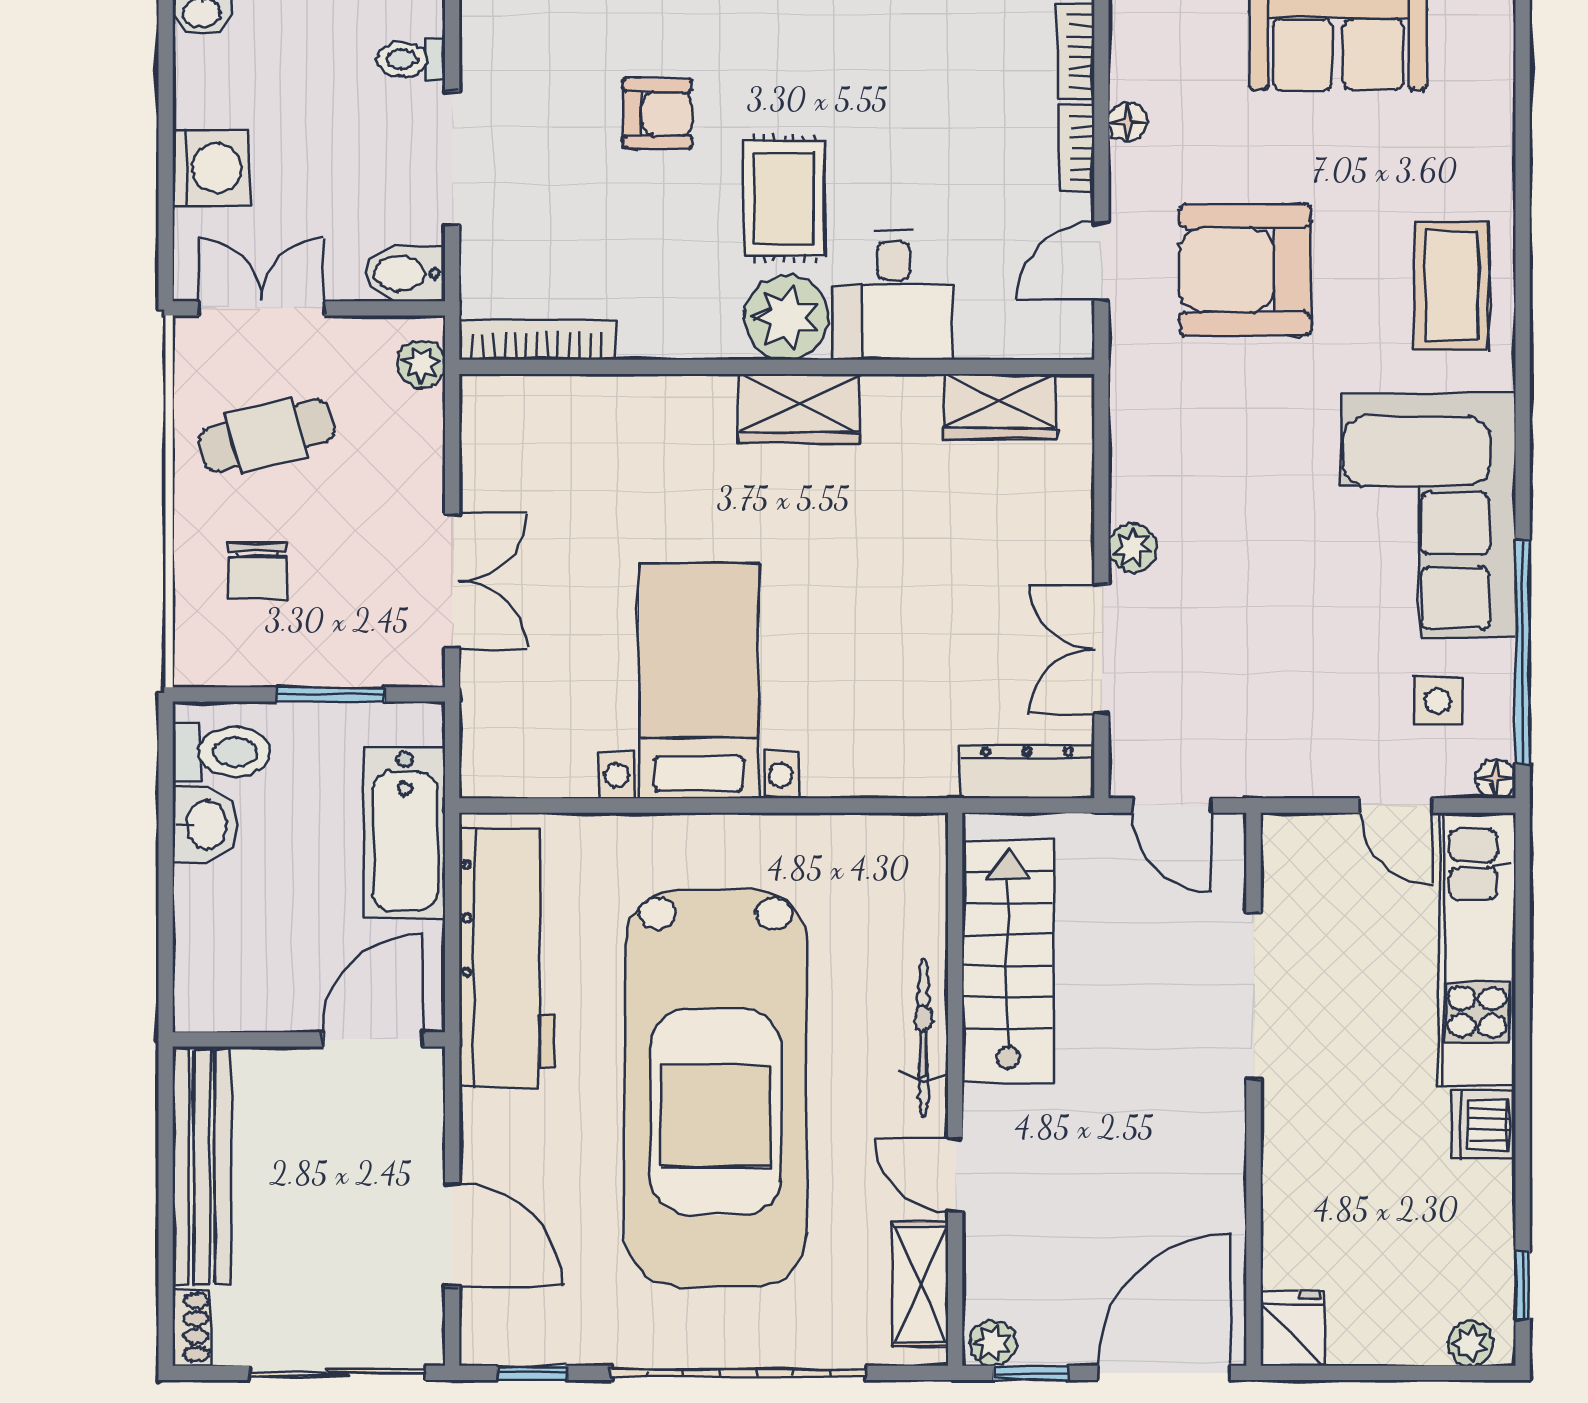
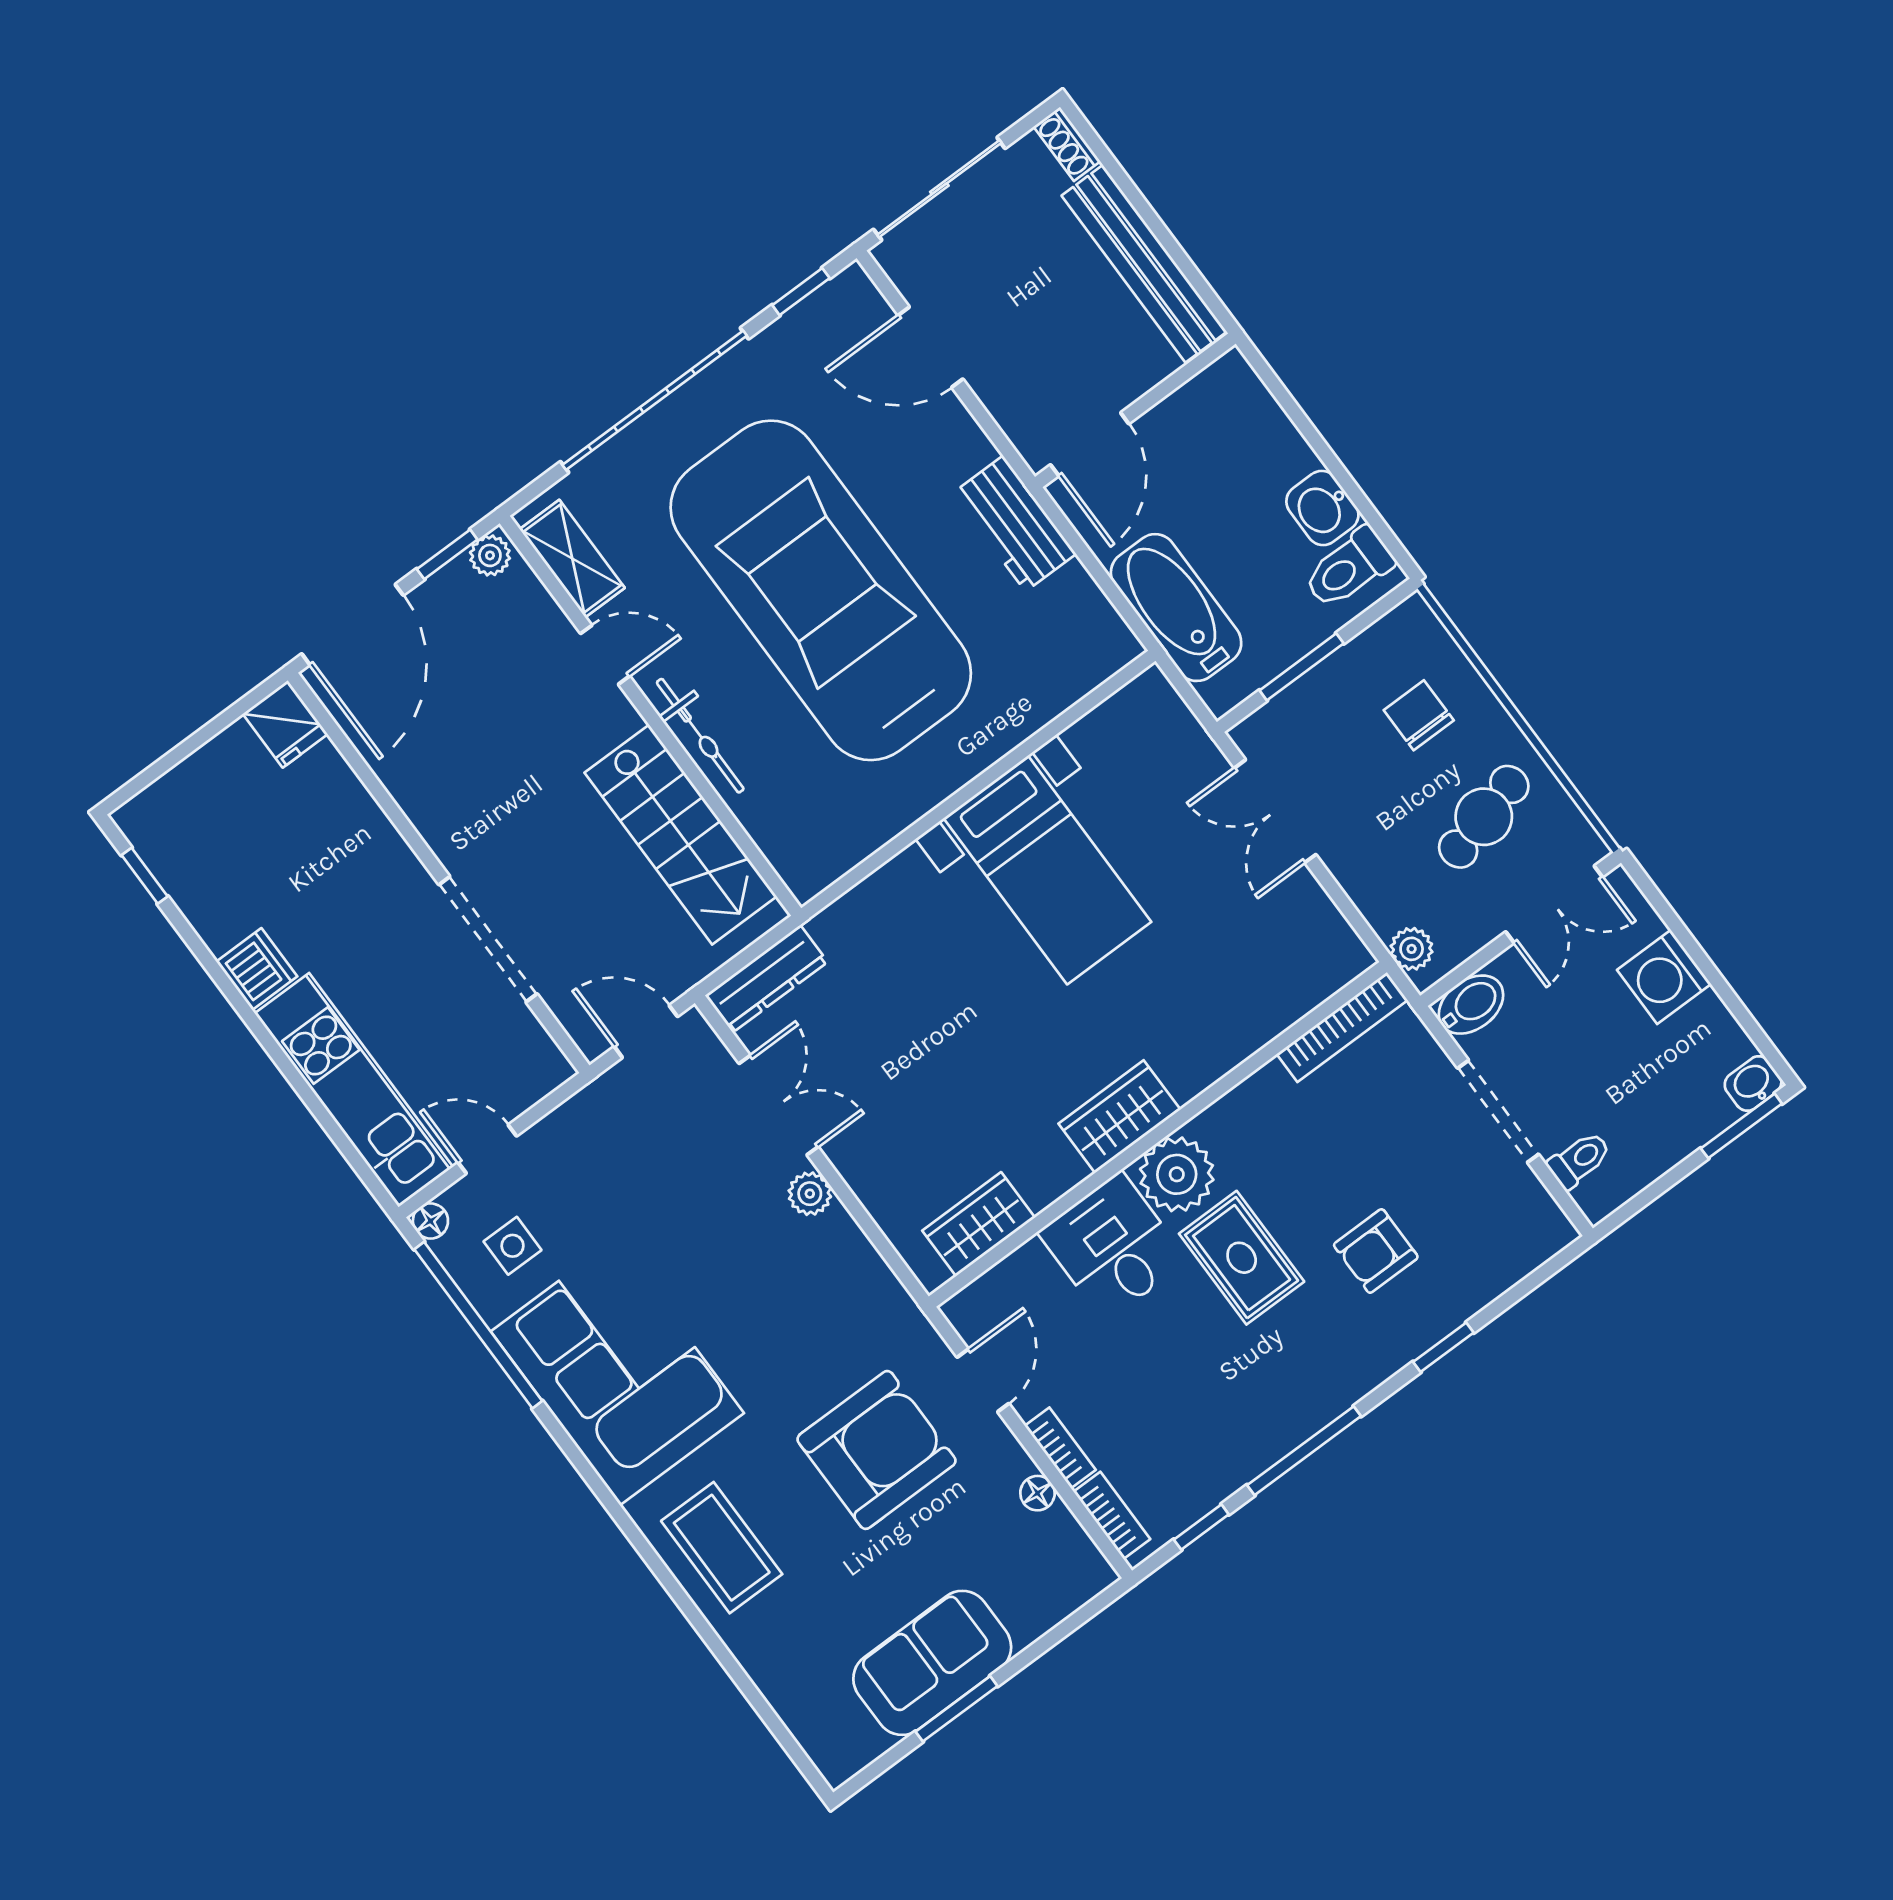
workbench: (507, 958) -> (1014, 524), width x0.53, depth x0.76
plant: (1470, 1343) -> (151, 807), removed

